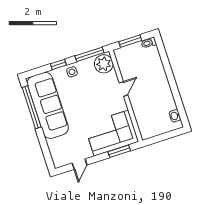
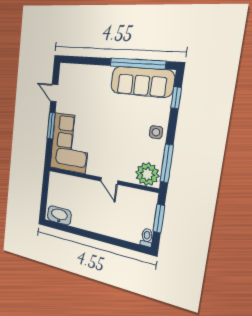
window: (58, 64) -> (176, 98), moved
sofa: (48, 105) -> (142, 82), width x0.74, depth x0.79
washbasin: (175, 116) -> (59, 215), width x1.91, depth x1.45
window: (119, 151) -> (51, 126), moved

